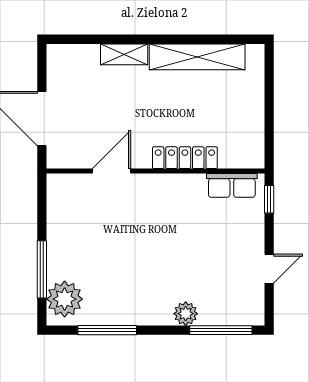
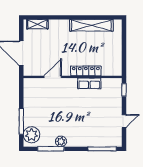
shelving: (124, 54) -> (37, 24), moved
row of seats: (232, 185) -> (89, 83), moved
plant: (186, 314) -> (61, 141), moved

